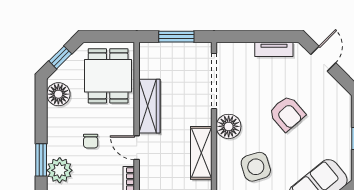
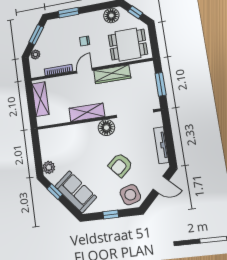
tv unit: (274, 49) -> (161, 145), width x1.41
side table: (256, 167) -> (130, 195), moved
plant: (60, 170) -> (64, 25), removed

